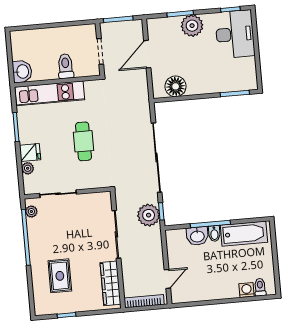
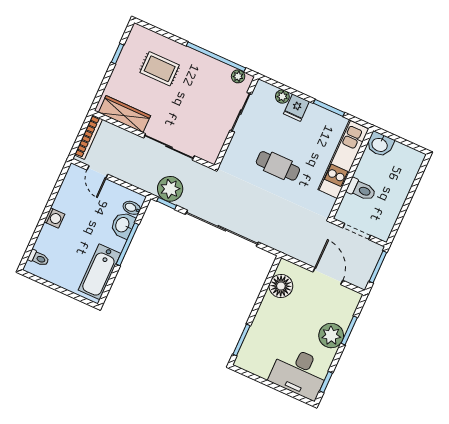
bidet: (214, 234) -> (132, 208), moved
washing machine: (247, 290) -> (54, 218), moved

